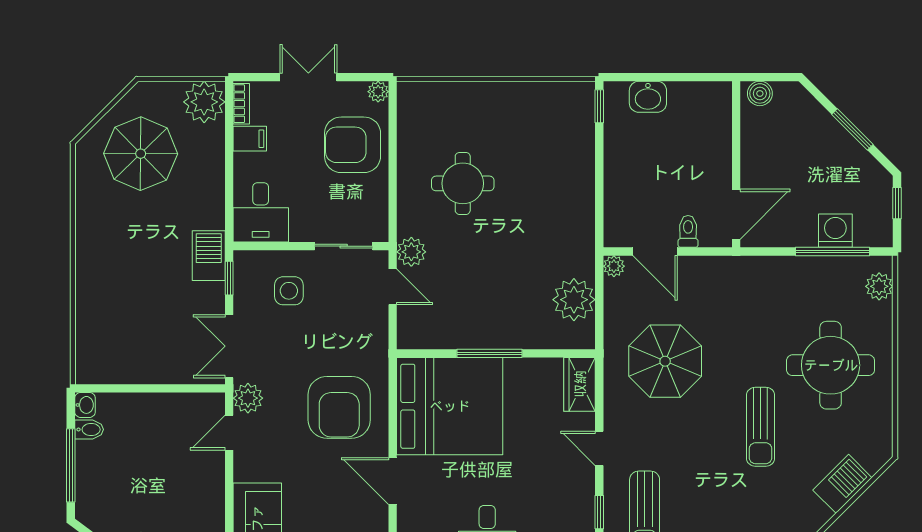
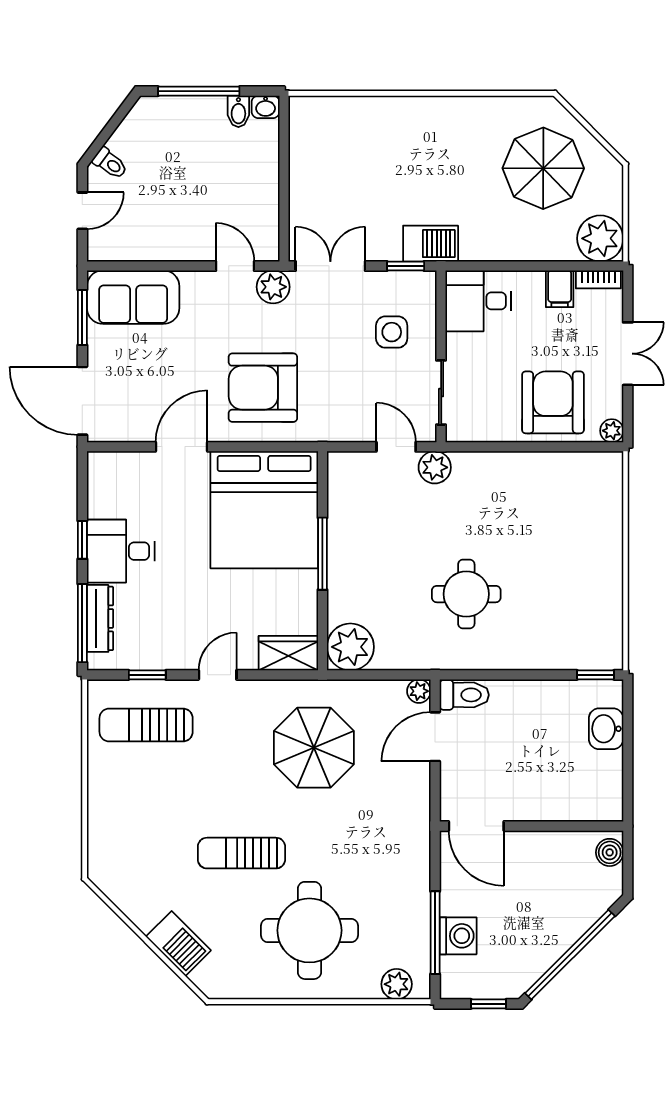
window: (852, 129) -> (570, 955), width x2.11
round table: (463, 183) -> (466, 594), moved
toilet: (688, 231) -> (464, 695), moved, width x1.37, depth x1.39
door: (393, 287) -> (396, 447), swing flipped
plant: (574, 300) -> (350, 647), moved

